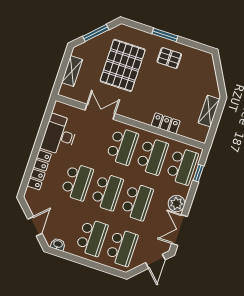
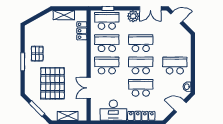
pallet: (123, 65) -> (53, 83), turned 90
locker: (166, 123) -> (82, 31), moved
school desk: (122, 247) -> (175, 43), removed

